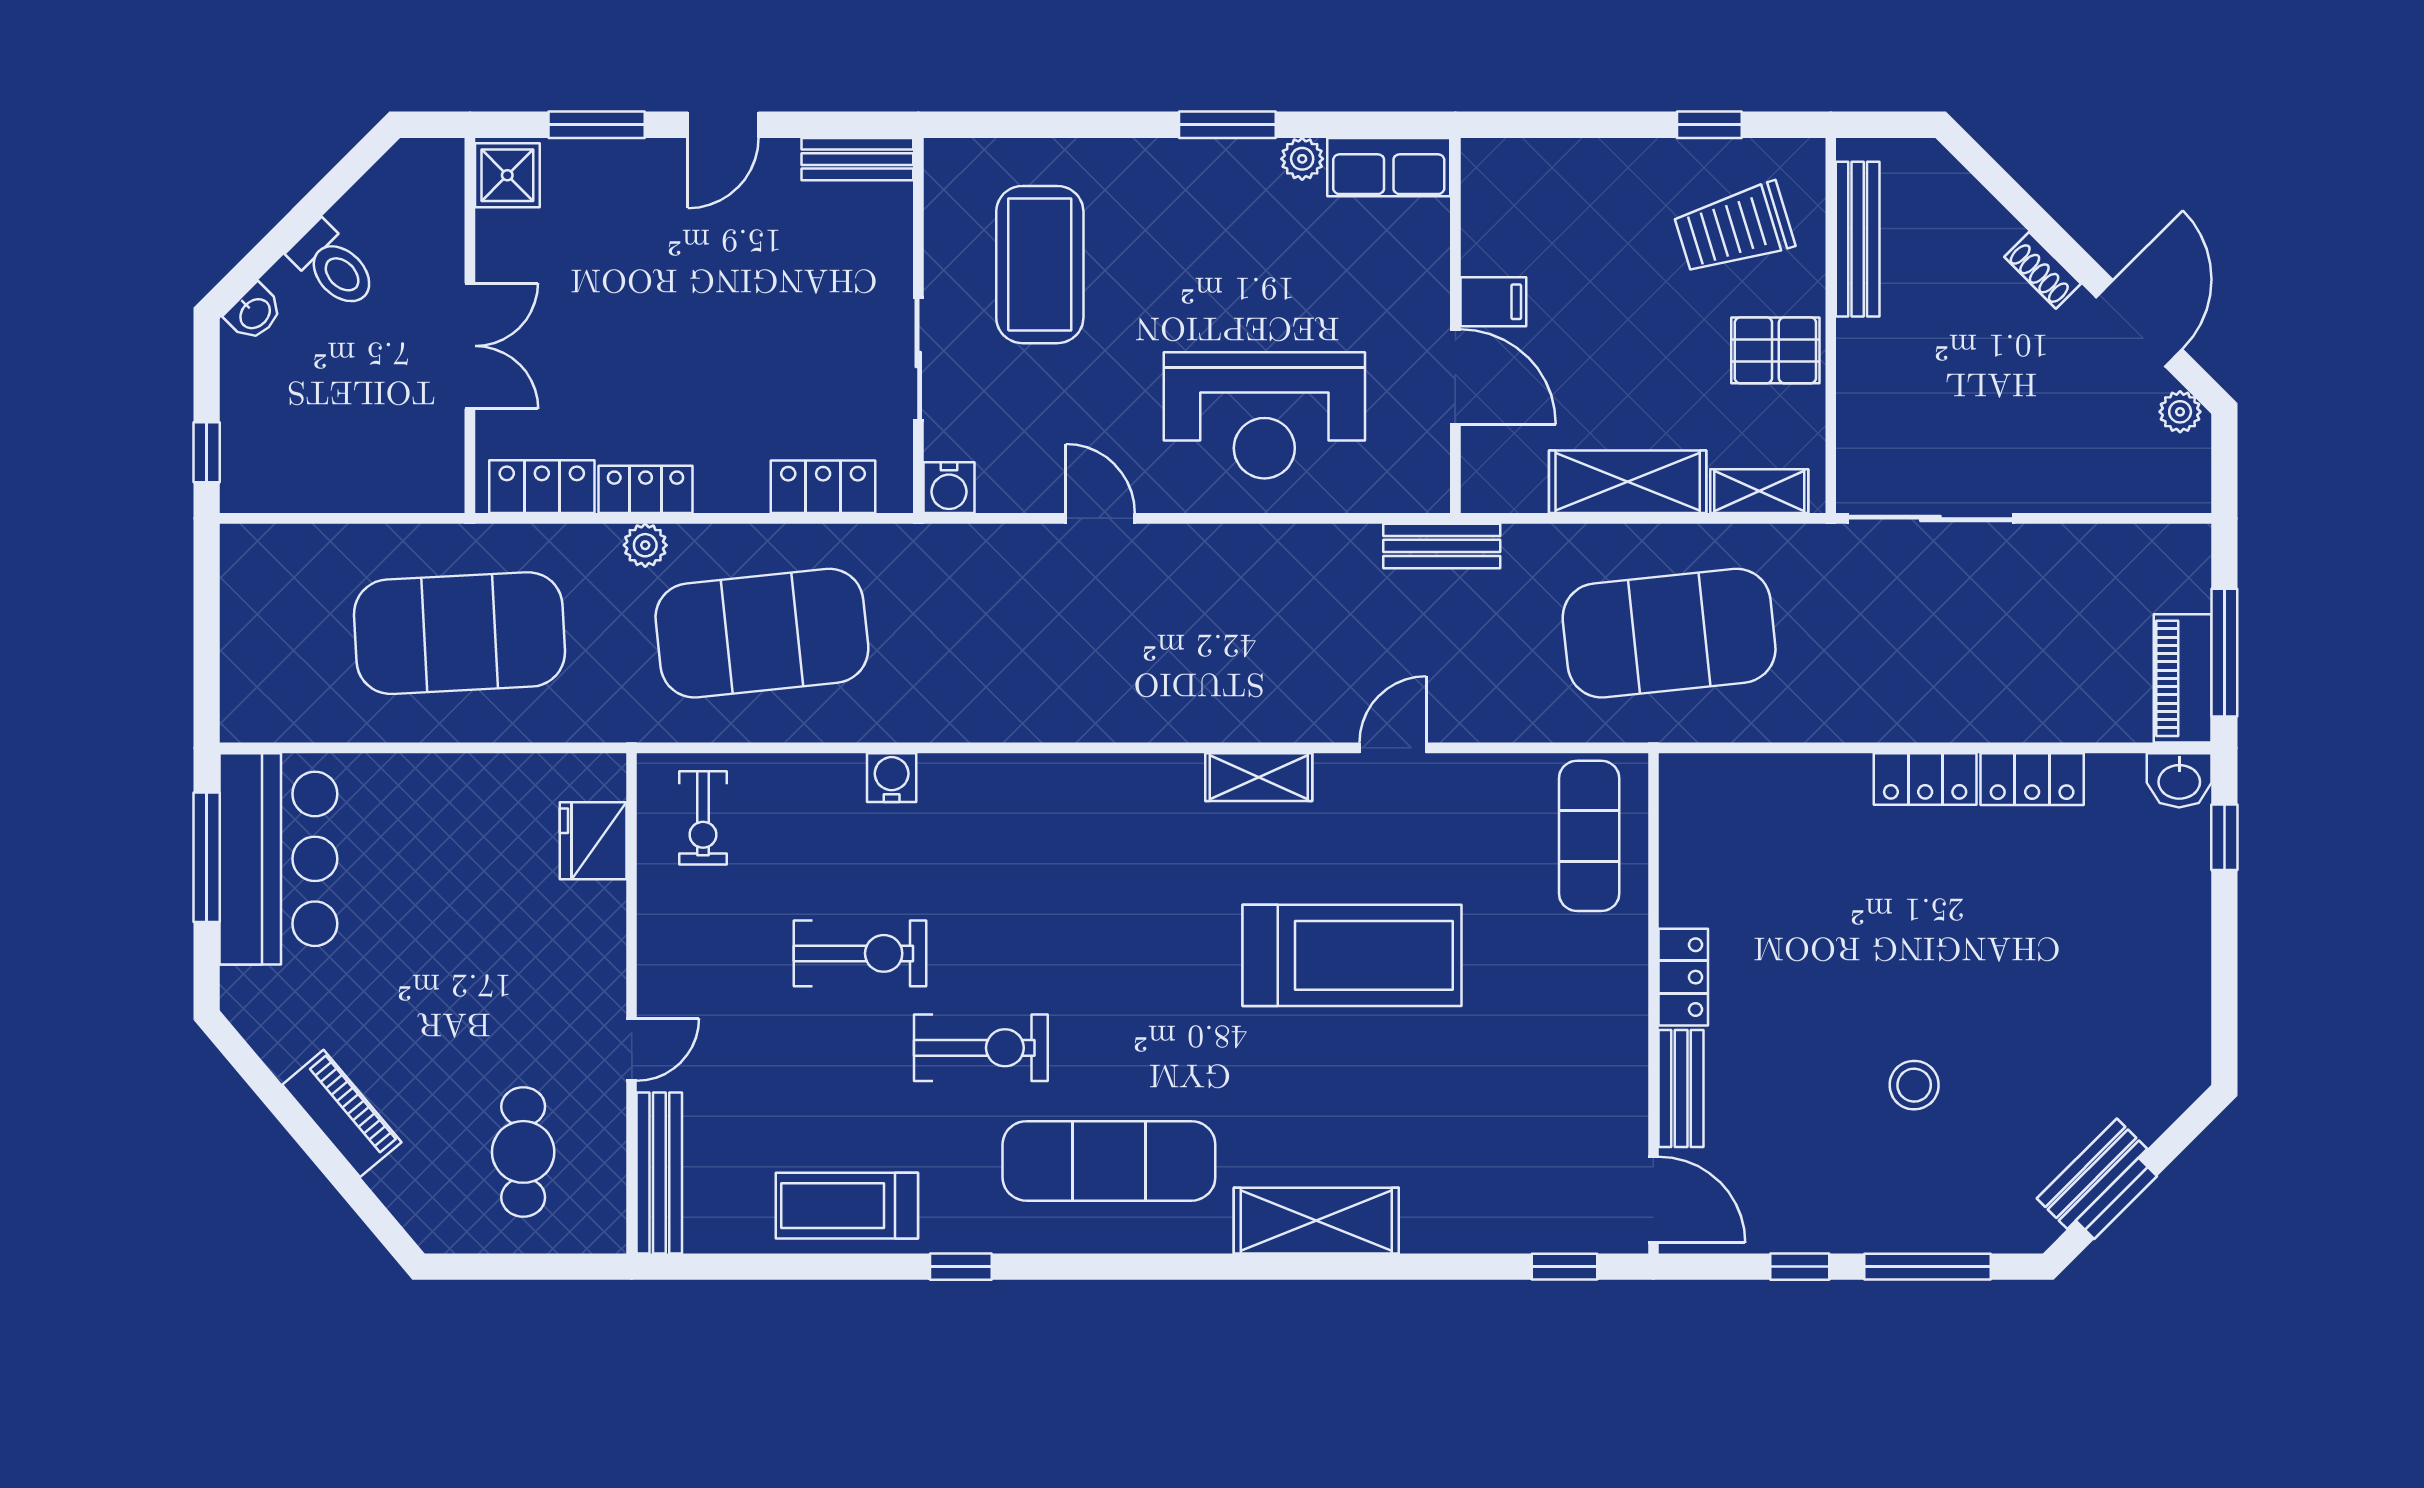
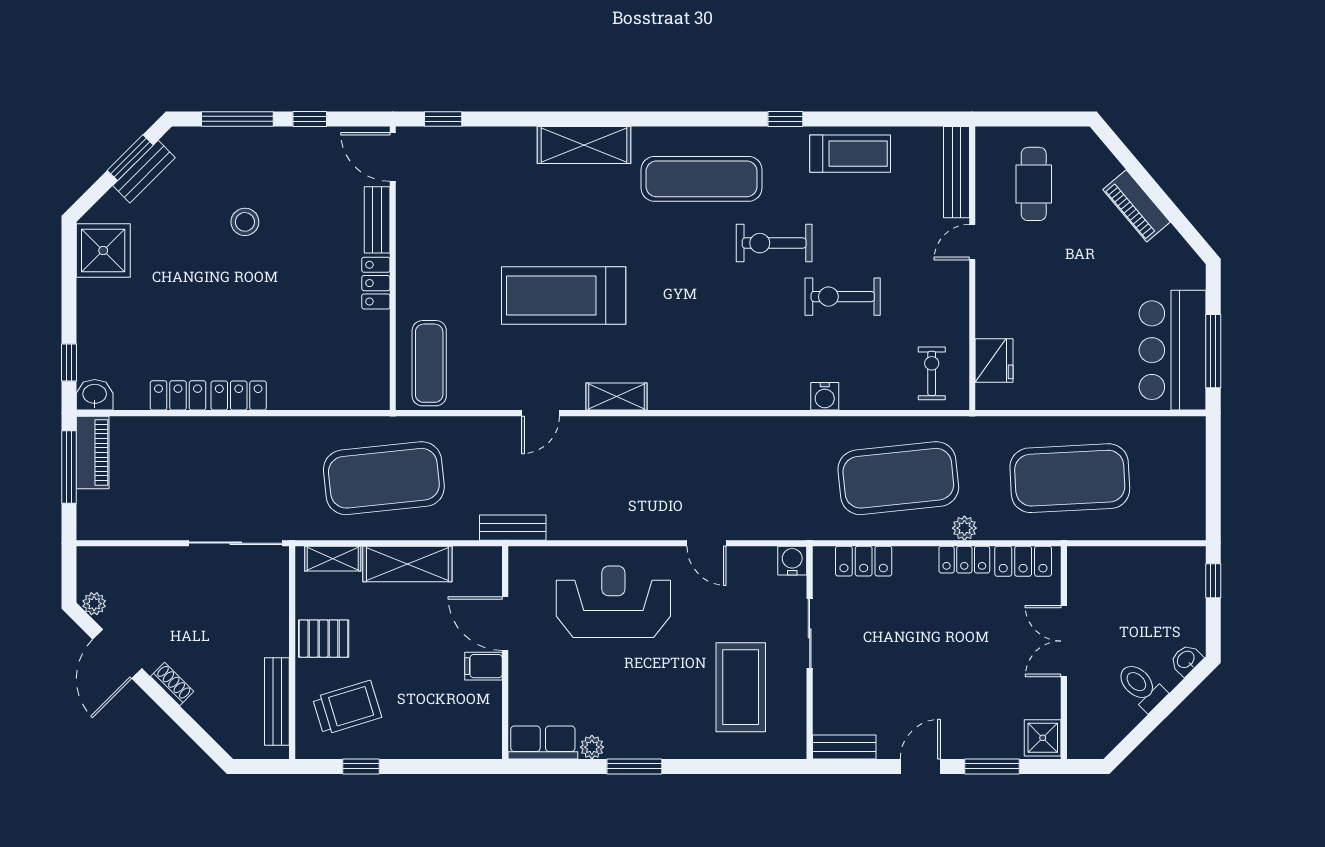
shower: (2164, 1035) -> (103, 251), added

